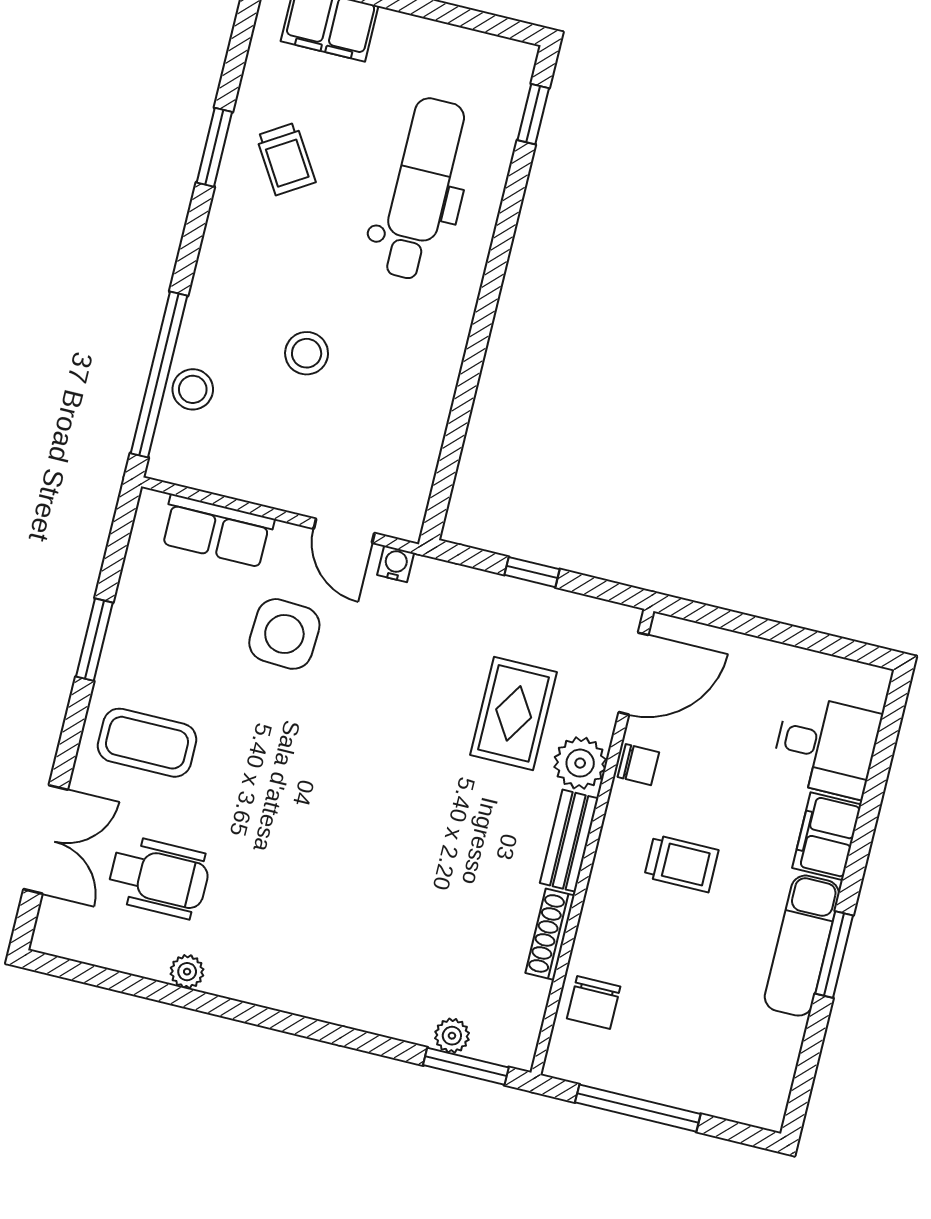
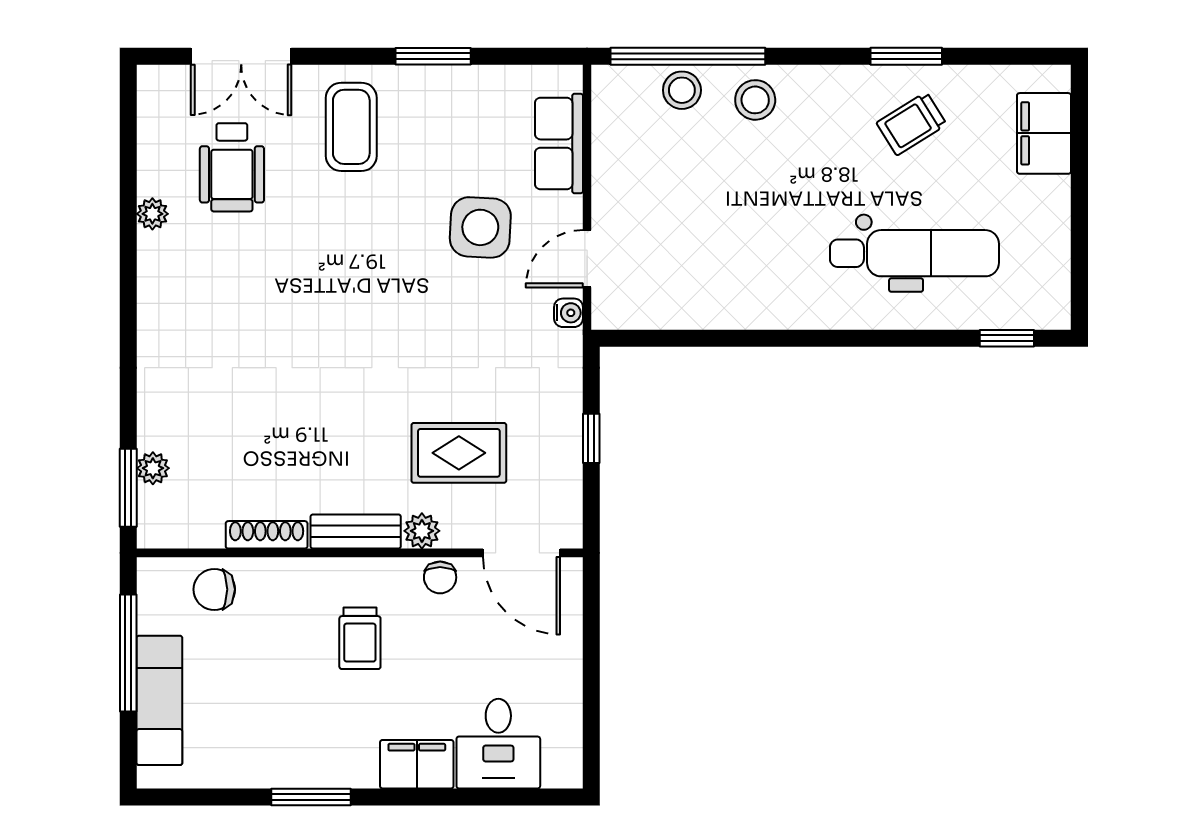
stool: (307, 353) -> (755, 100), moved
plant: (580, 763) -> (422, 531), width x0.73, depth x0.73
exam couch: (802, 946) -> (159, 700), moved, turned 90

